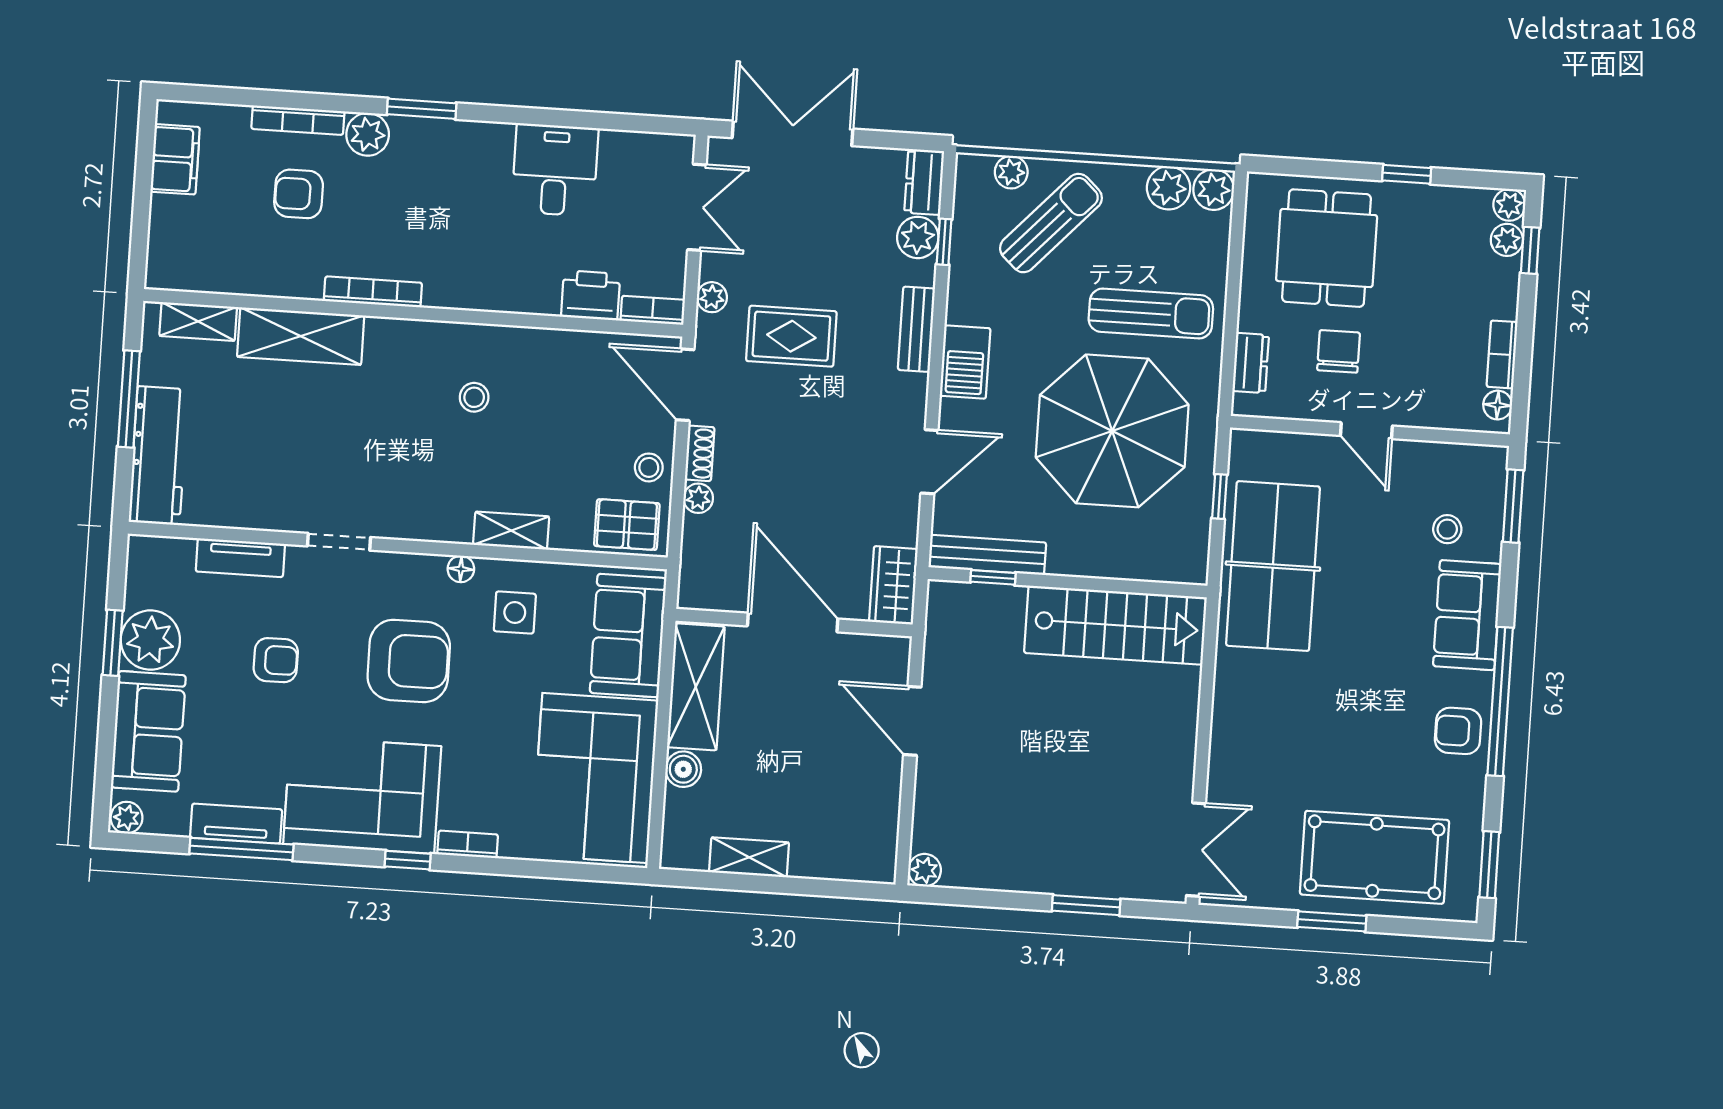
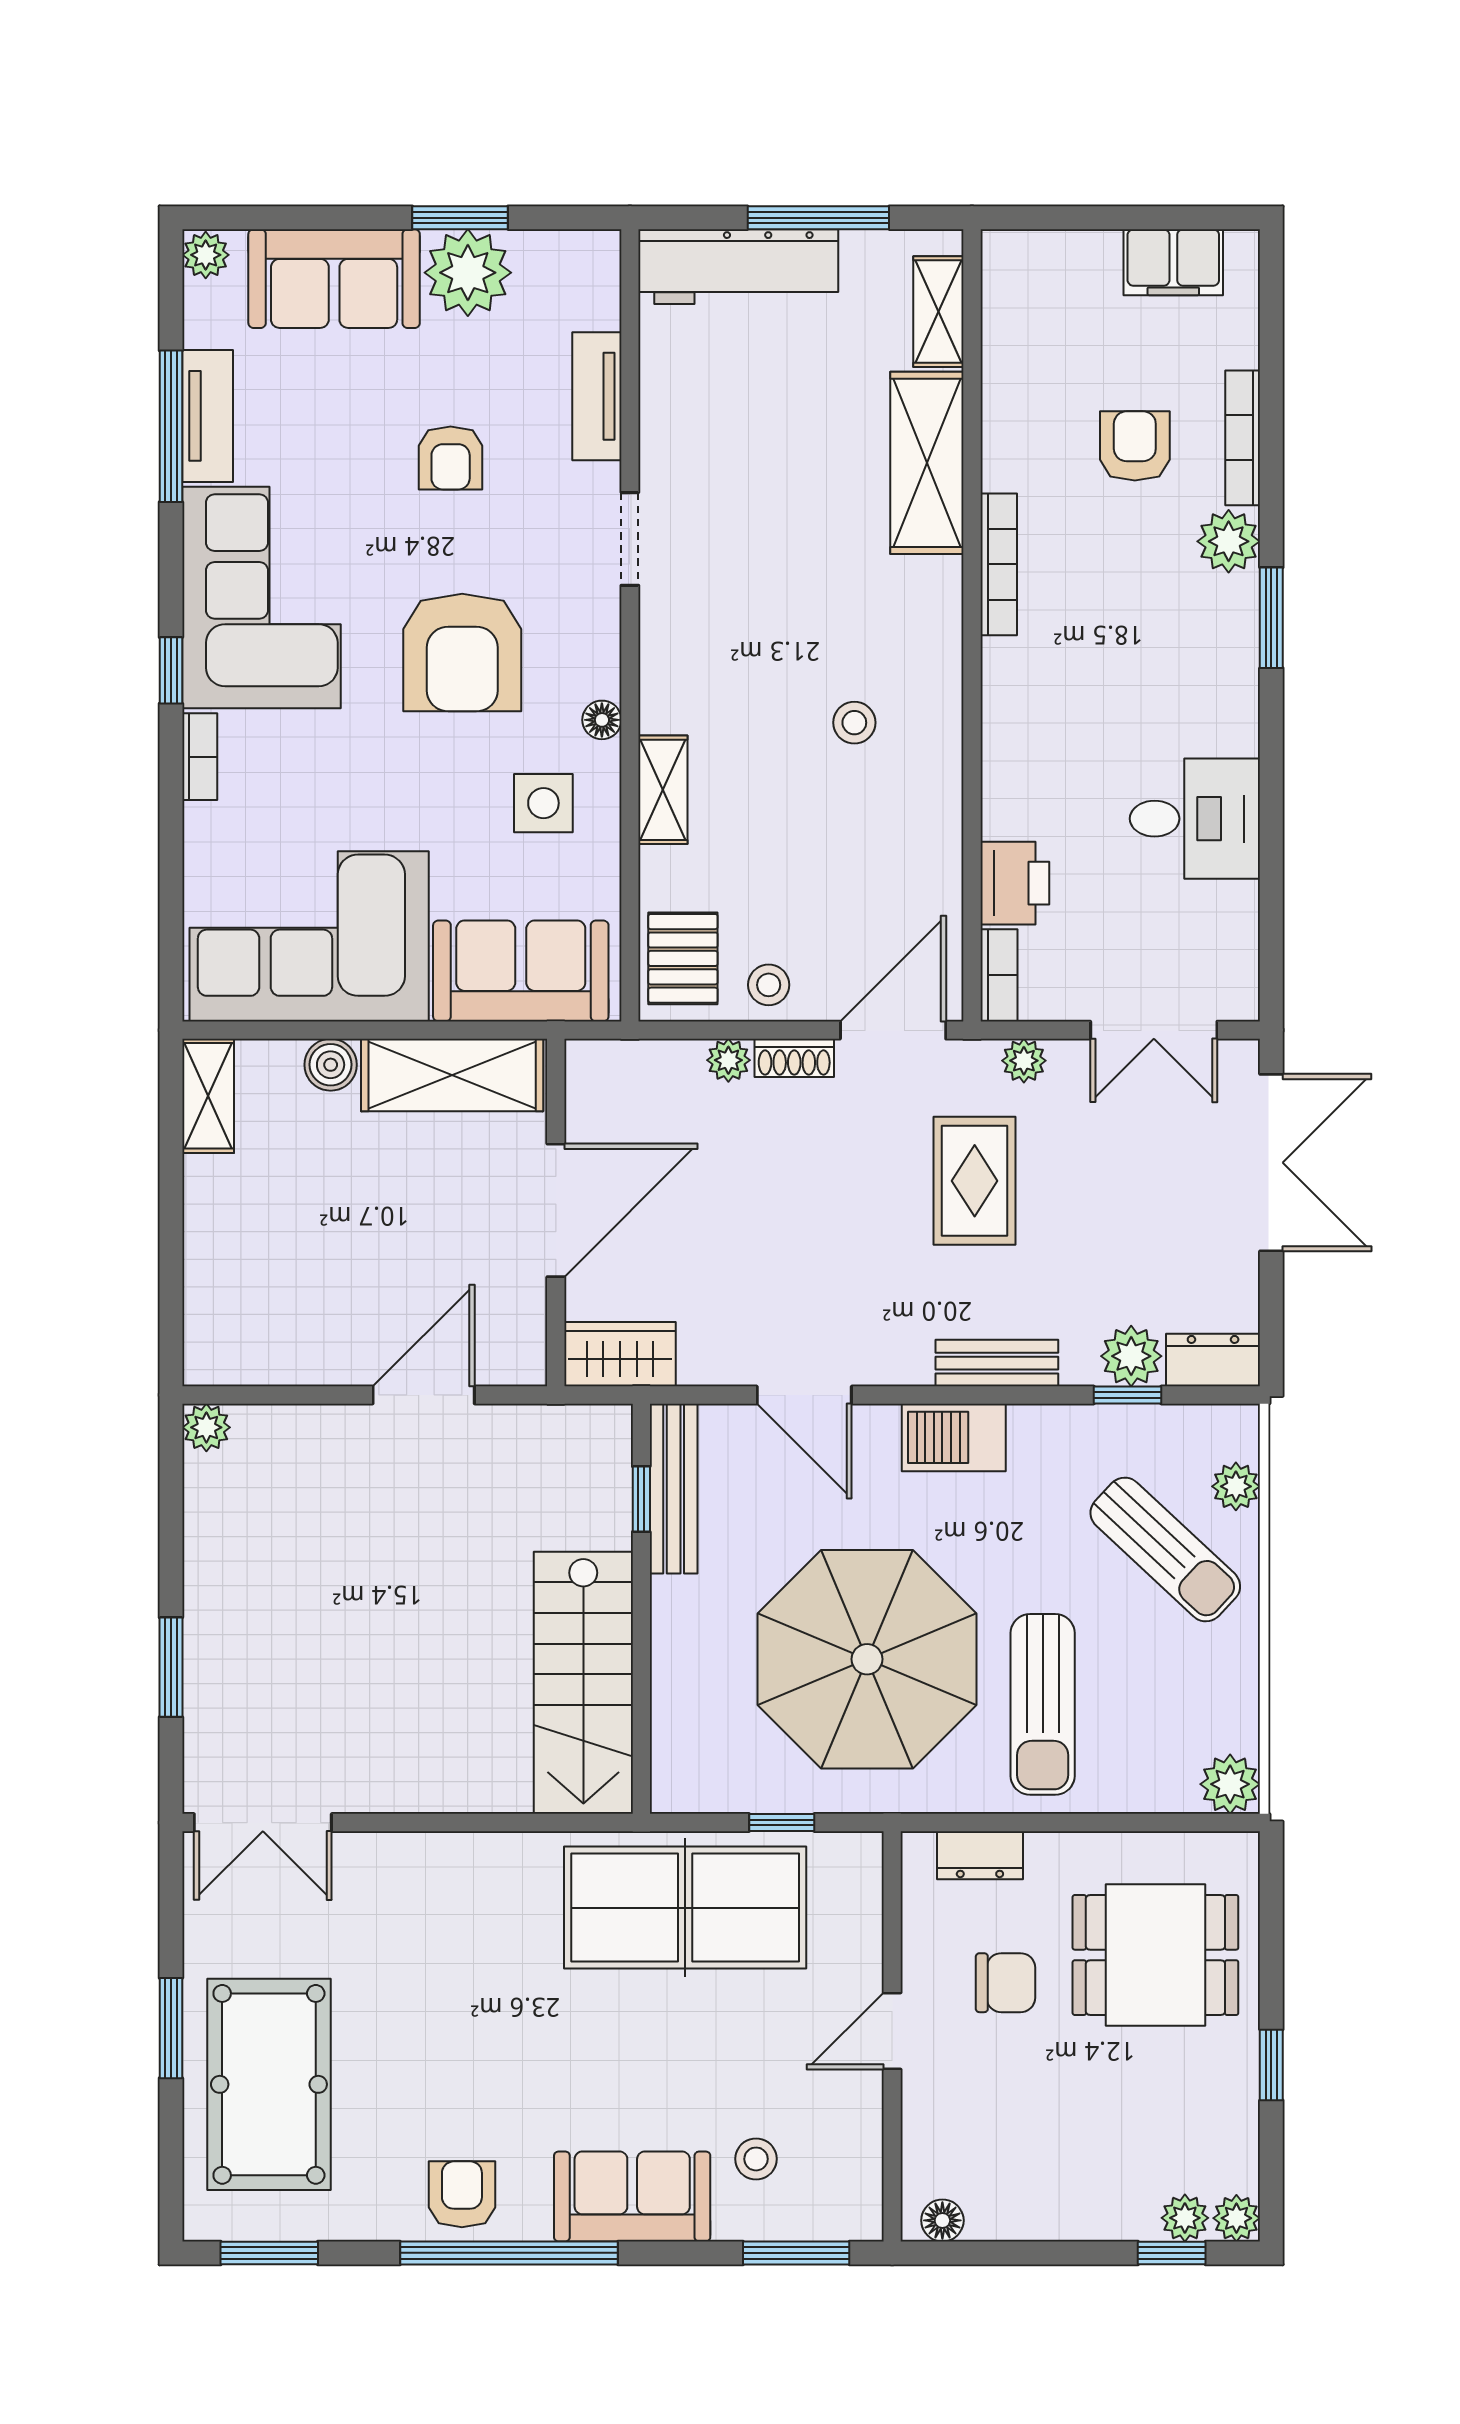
plant: (1169, 188) -> (1228, 1718), removed
bookcase: (1502, 354) -> (1017, 2222), removed
shelving: (749, 857) -> (208, 1096), moved

